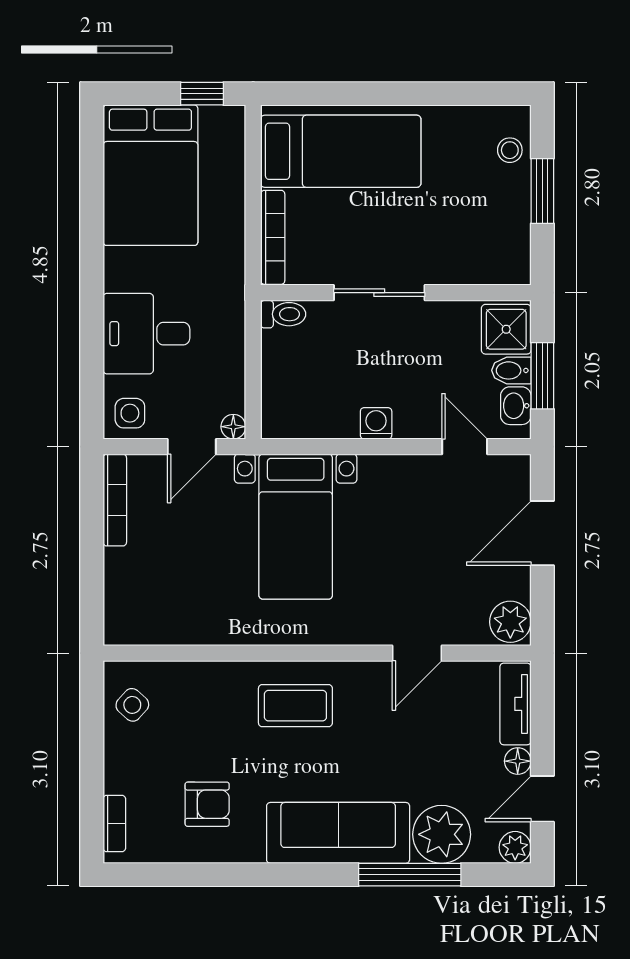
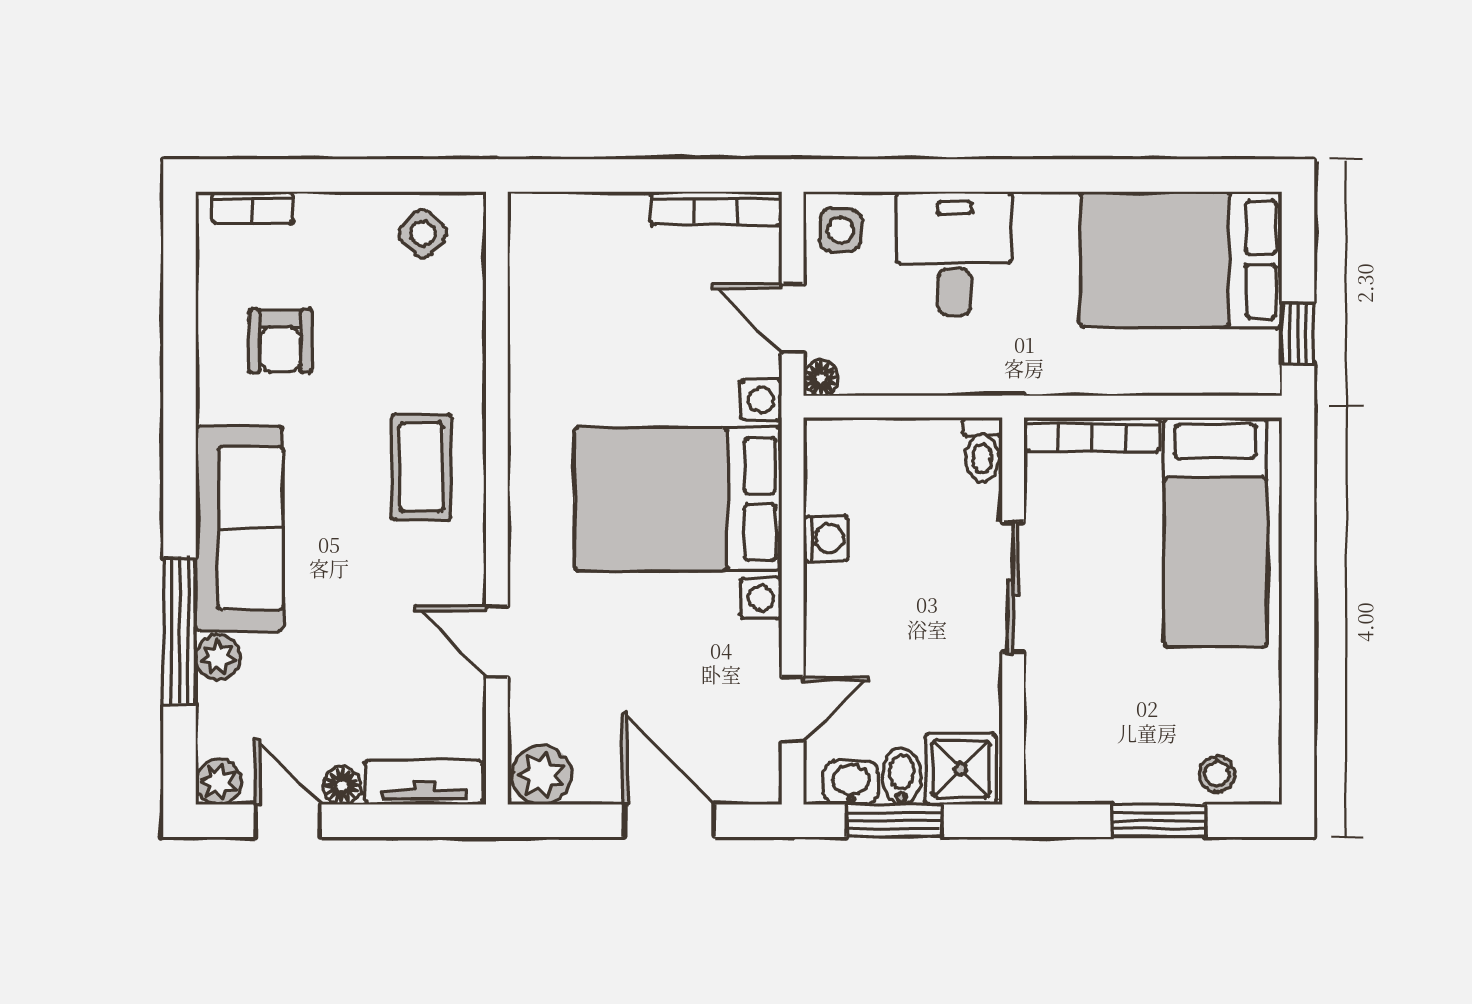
washing machine: (376, 423) -> (826, 539), moved
bed with nightstands: (296, 527) -> (678, 499), width x1.36
plant: (442, 834) -> (218, 657), width x0.53, depth x0.53

